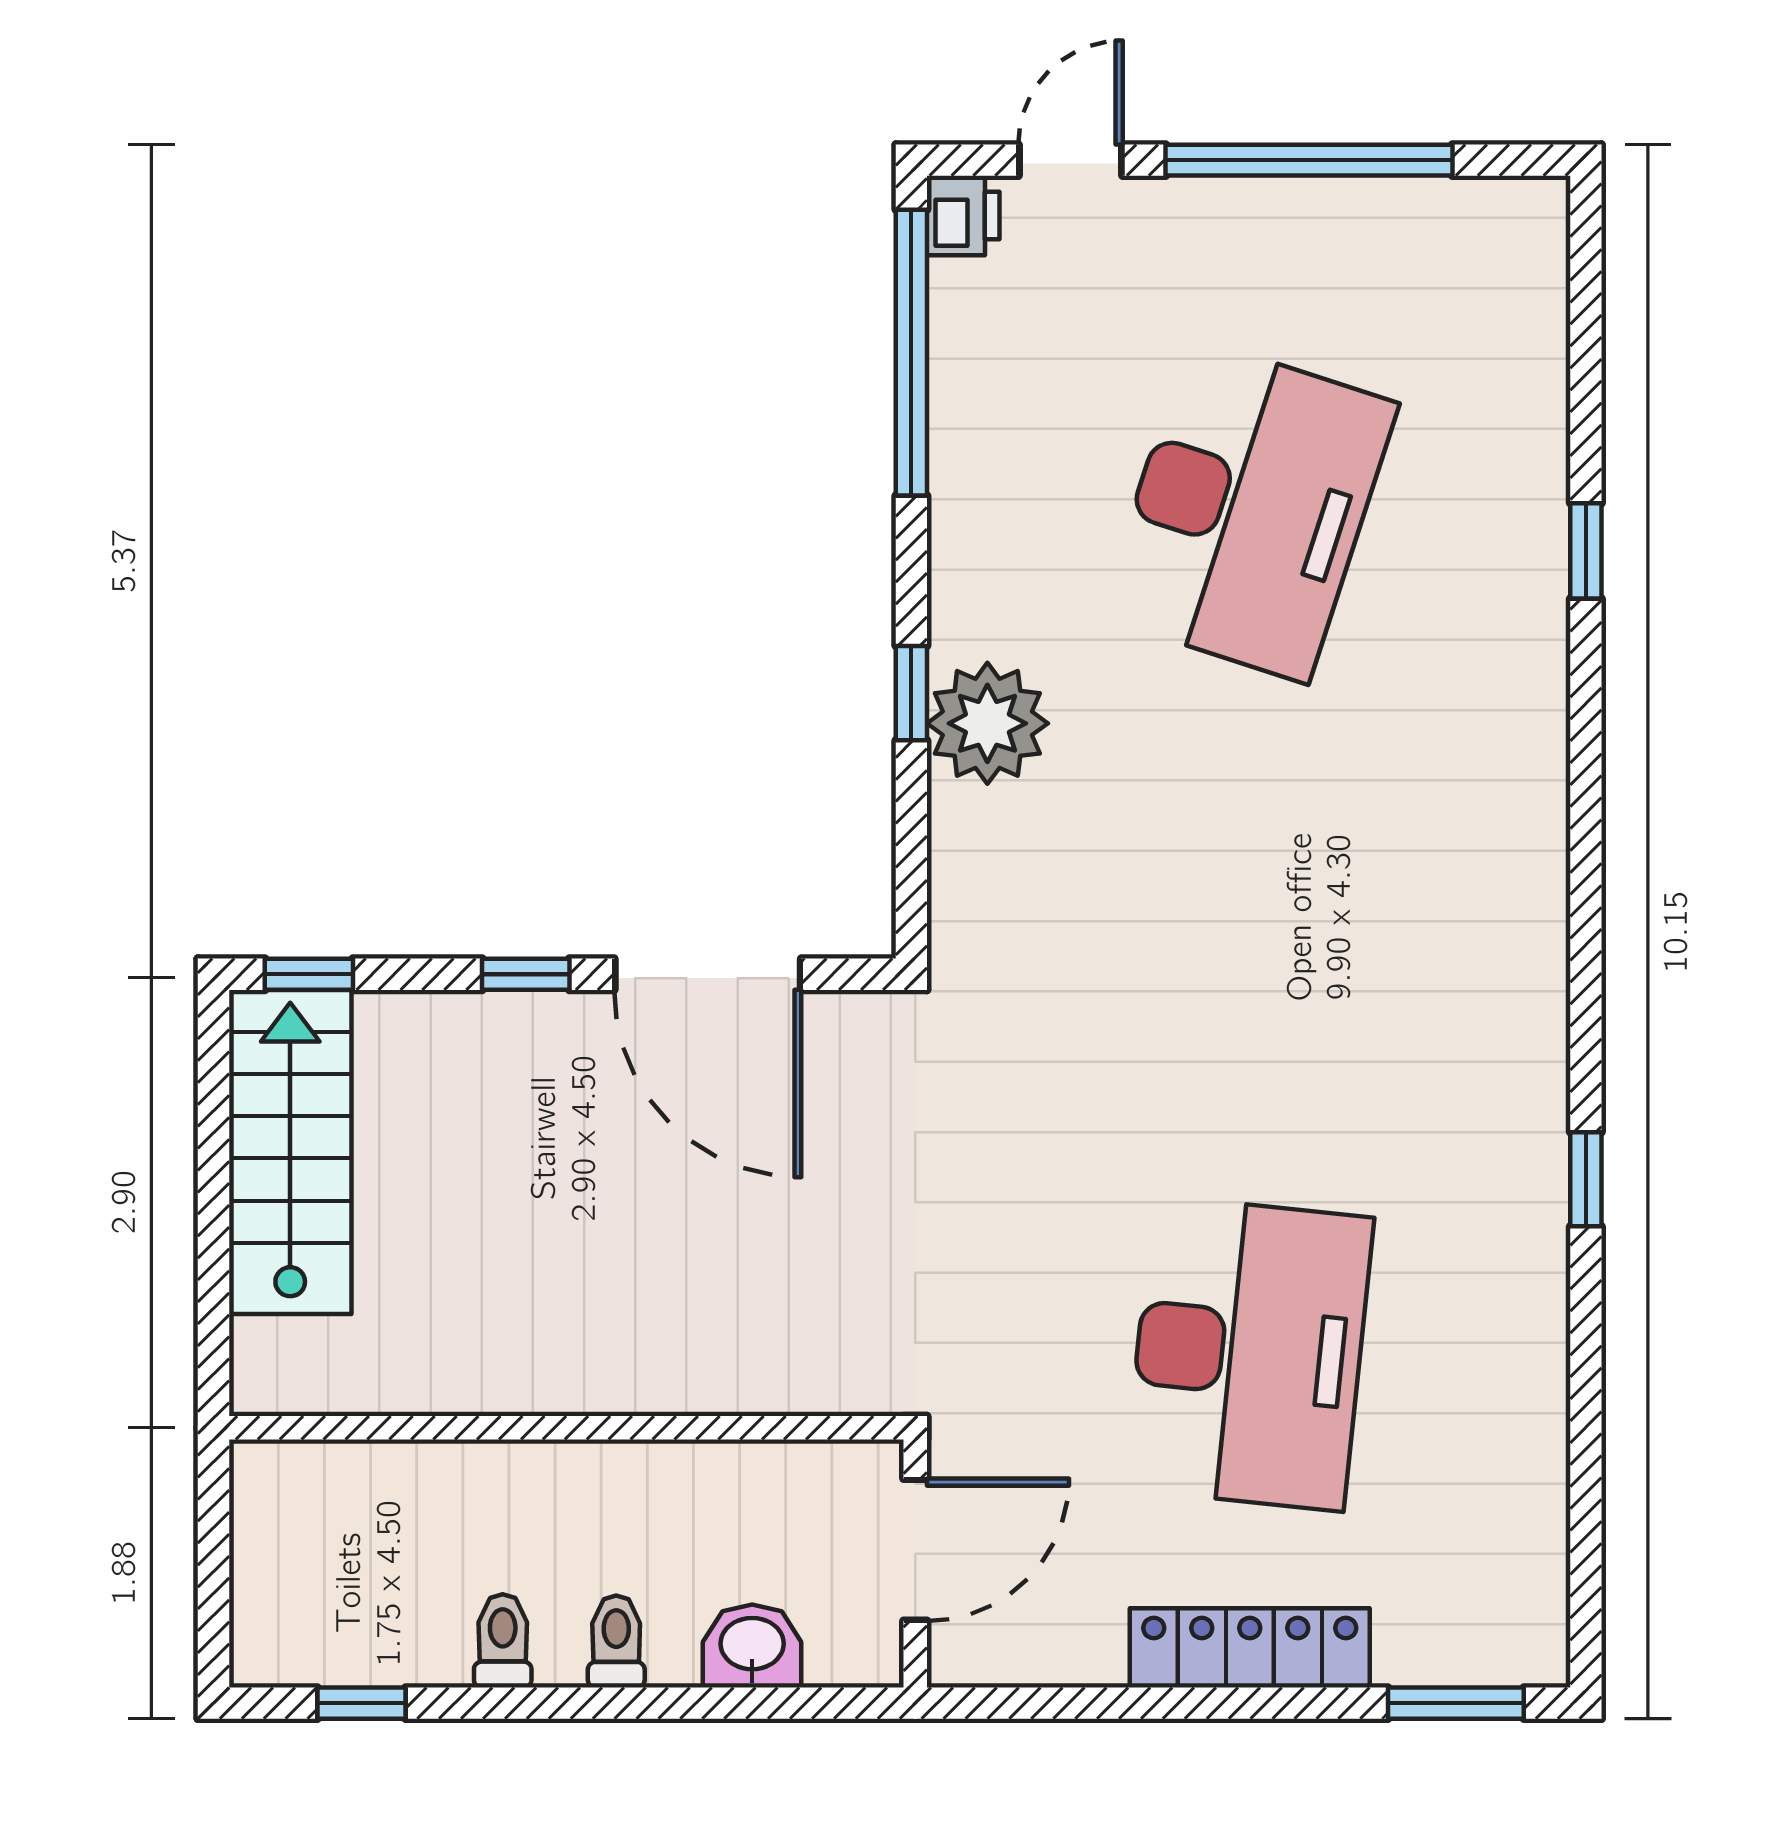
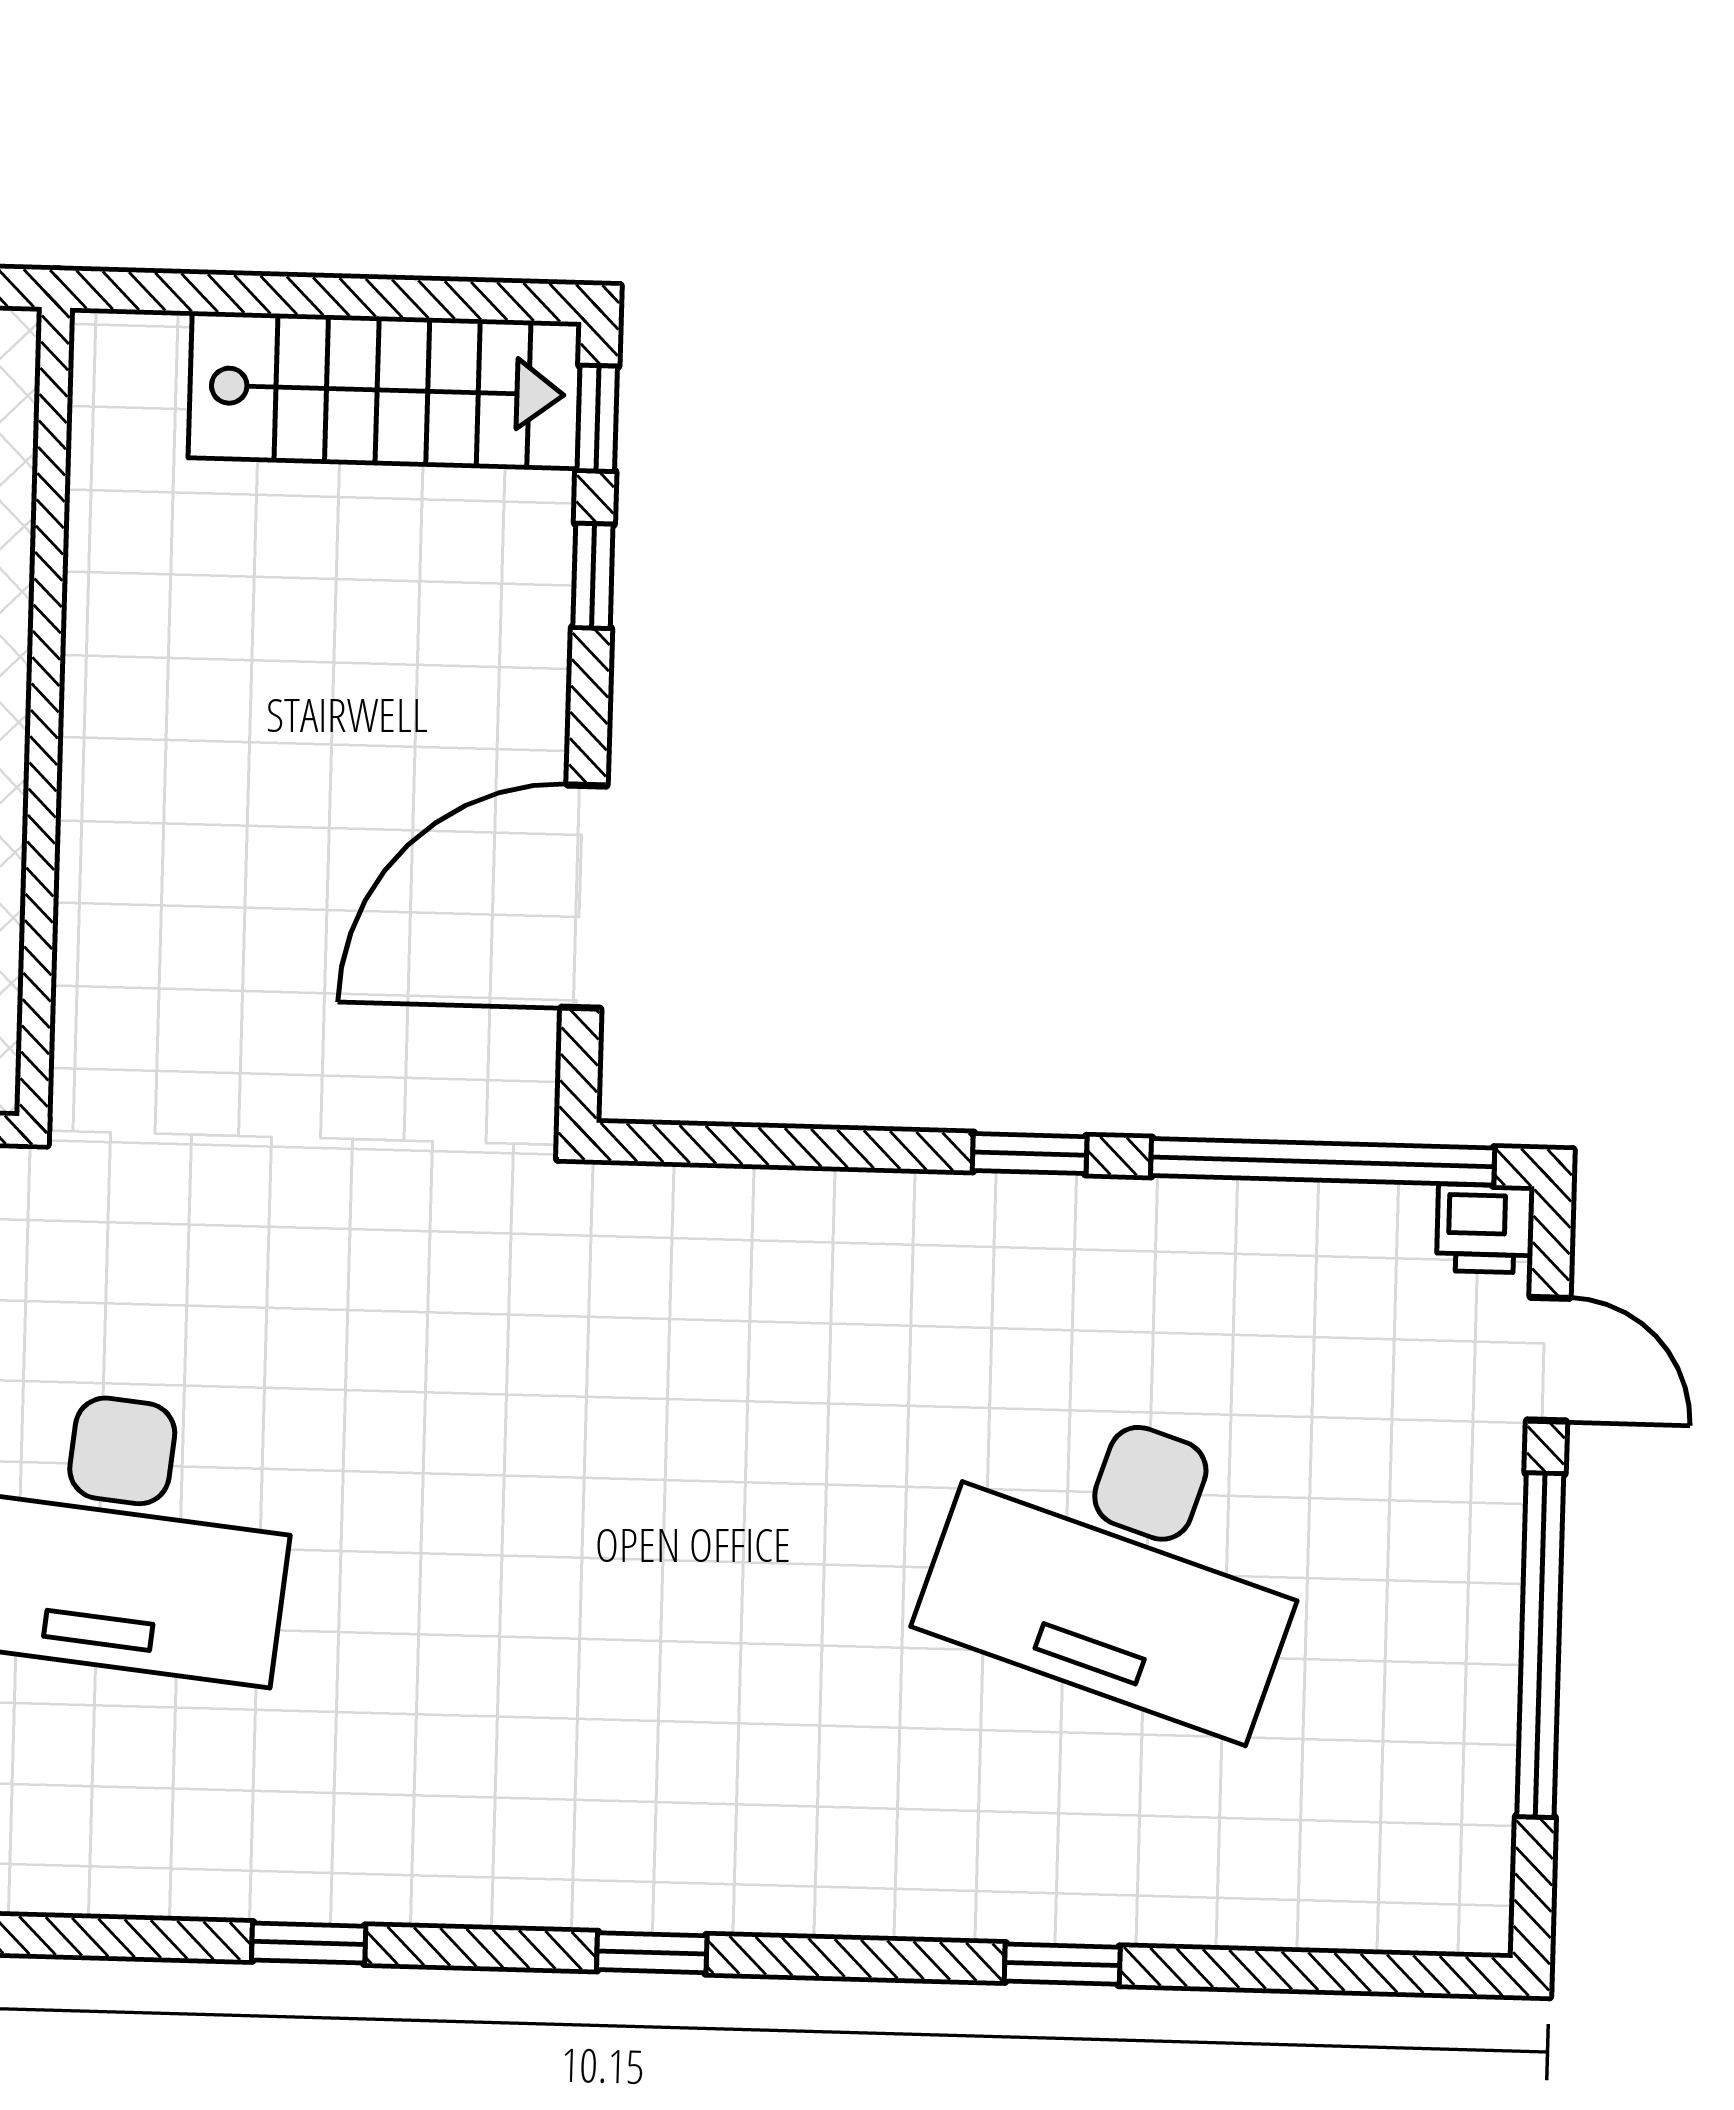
window: (911, 693) -> (1030, 1154), moved
plant: (987, 723) -> (876, 1241), removed
window: (1586, 893) -> (652, 1953), added
window: (526, 974) -> (593, 576), moved

